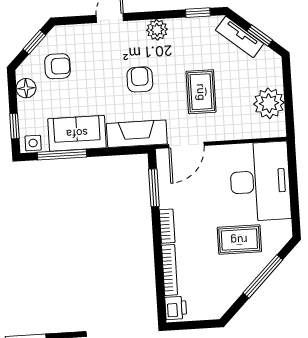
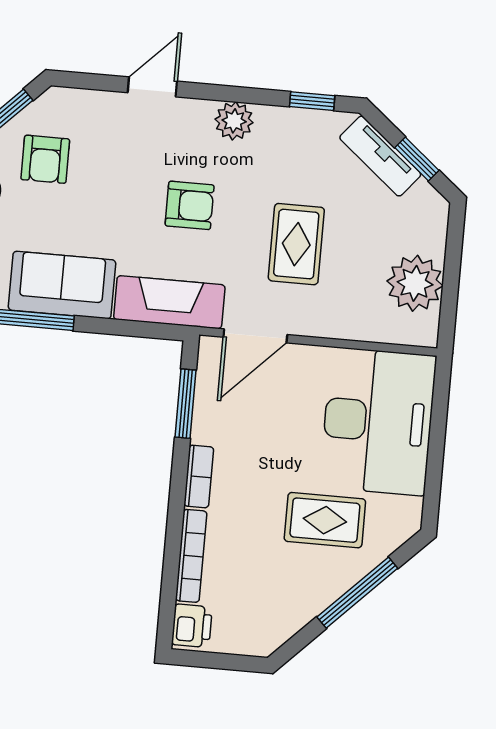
armchair: (58, 66) -> (45, 159), turned 90
armchair: (140, 79) -> (190, 205), turned 90

